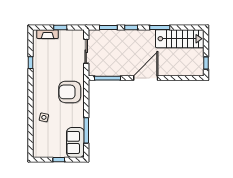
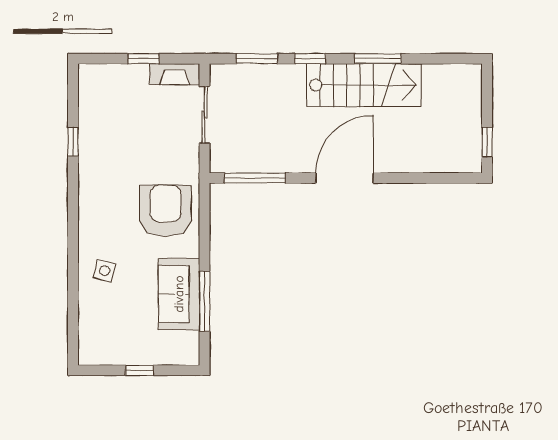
fireplace: (48, 34) -> (175, 74), moved
stairs: (180, 39) -> (364, 85), moved
armchair: (70, 92) -> (165, 211), turned 90
sofa: (75, 142) -> (179, 294), moved

